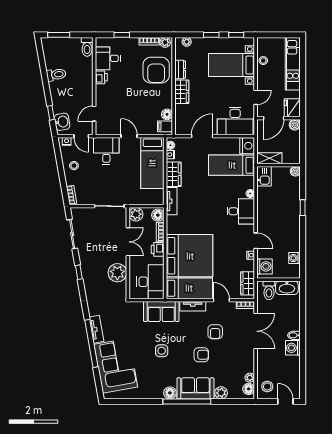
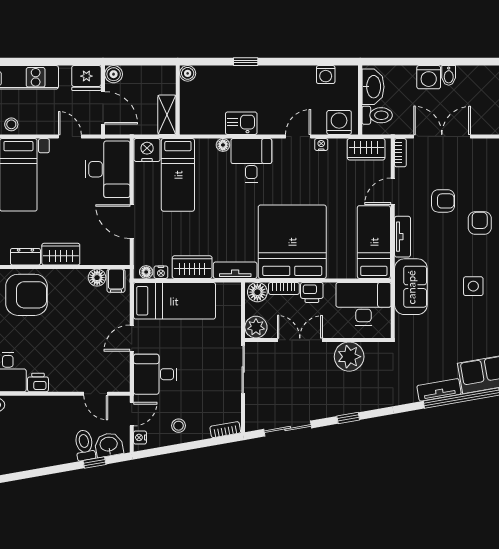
toilet: (56, 75) -> (85, 445), moved
kitchen sink: (264, 176) -> (241, 123), moved
bed: (190, 256) -> (292, 242), moved
washing machine: (293, 348) -> (429, 77), moved

